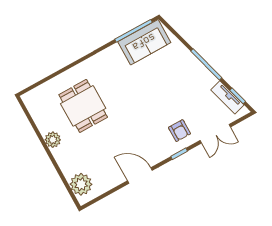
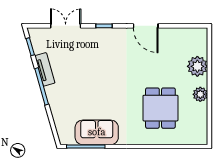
sofa: (144, 42) -> (97, 132), moved
tv unit: (227, 97) -> (45, 69), moved
armchair: (179, 131) -> (93, 45), removed
plant: (81, 184) -> (197, 66), moved

